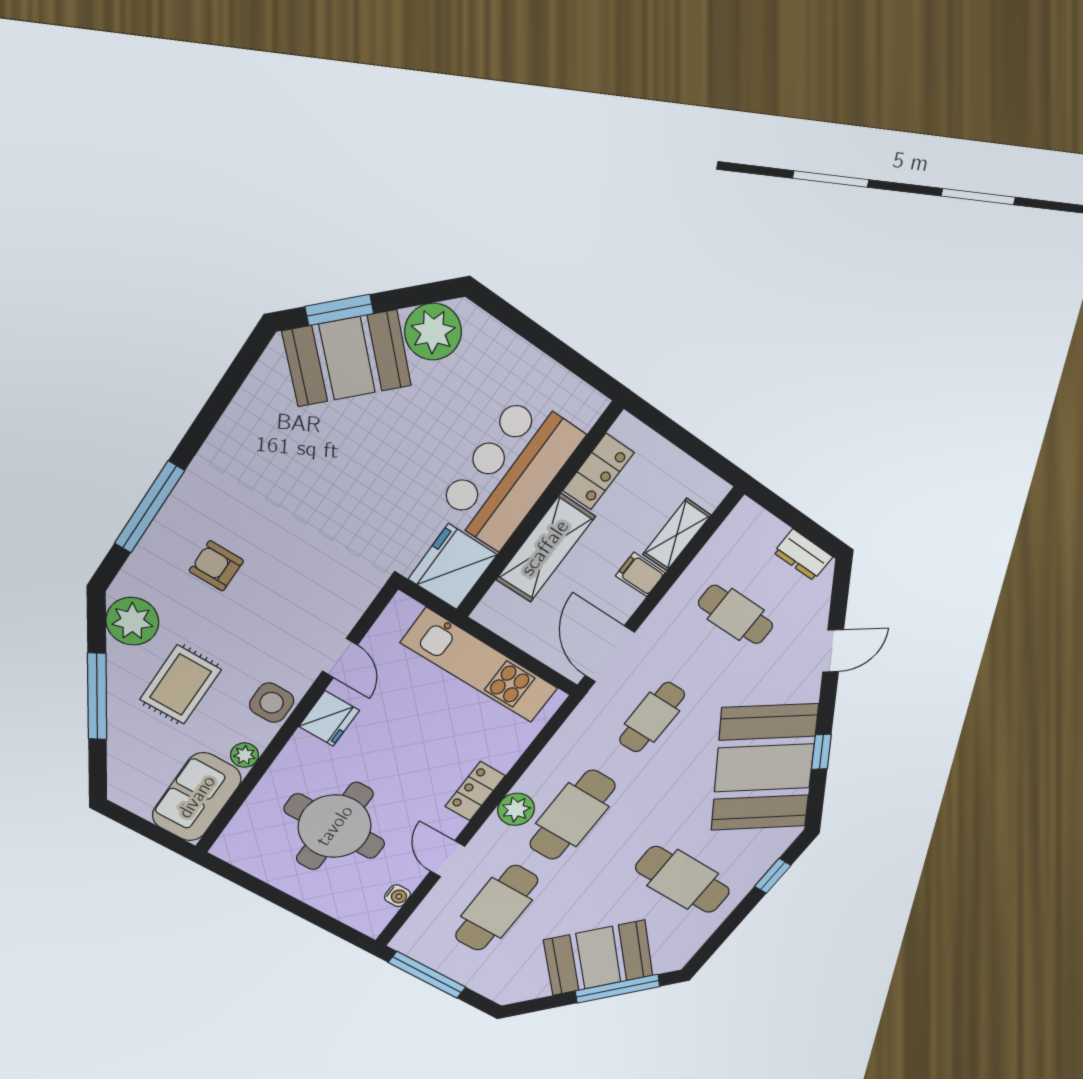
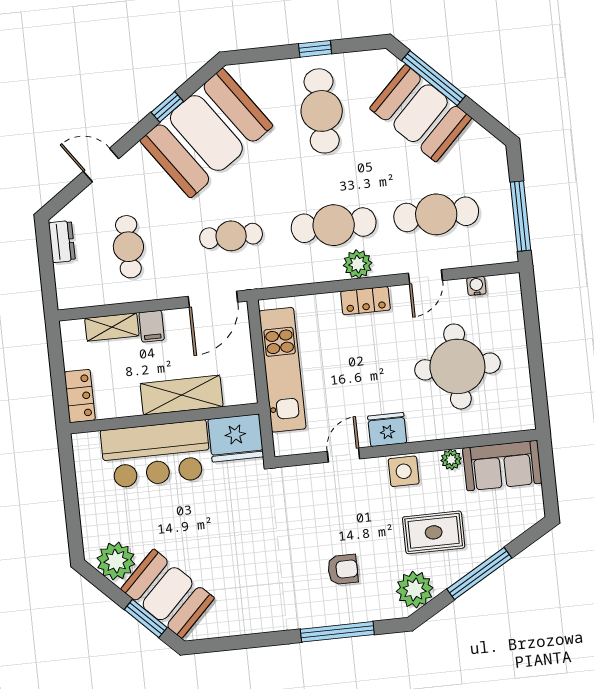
locker: (598, 472) -> (80, 396), moved, turned 90
armchair: (216, 566) -> (343, 569), turned -90
window: (773, 876) -> (315, 49), moved

